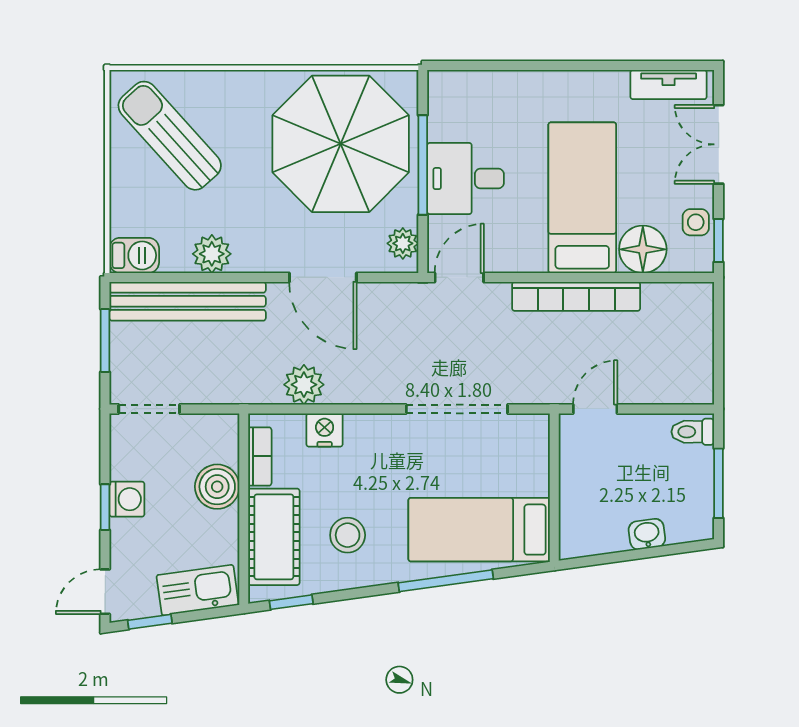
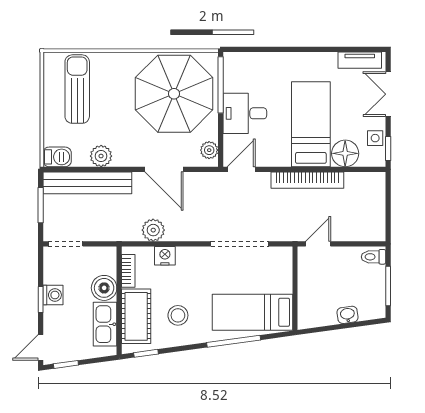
sun lounger: (170, 136) -> (77, 89), turned 42
window: (423, 165) -> (221, 85), moved
kitchen sink: (198, 590) -> (105, 324), moved, turned -82

